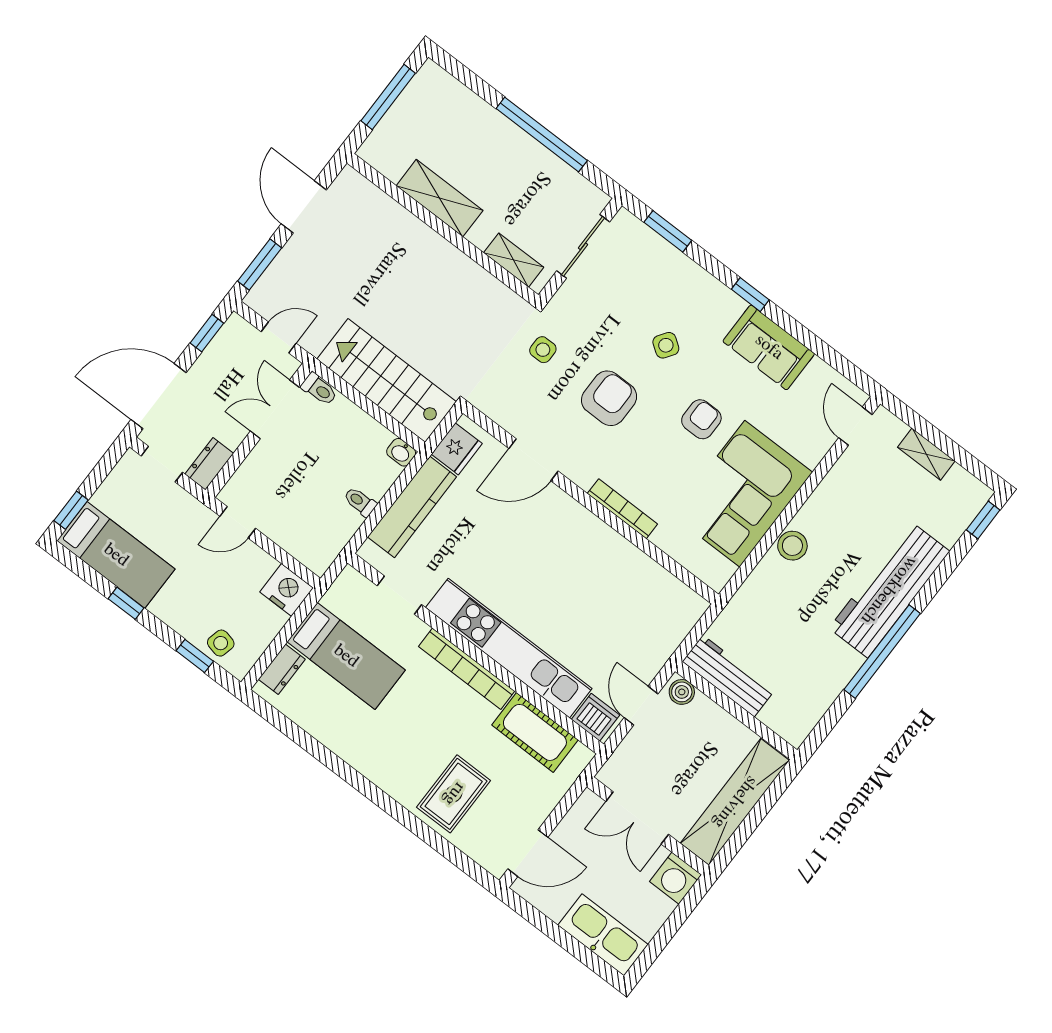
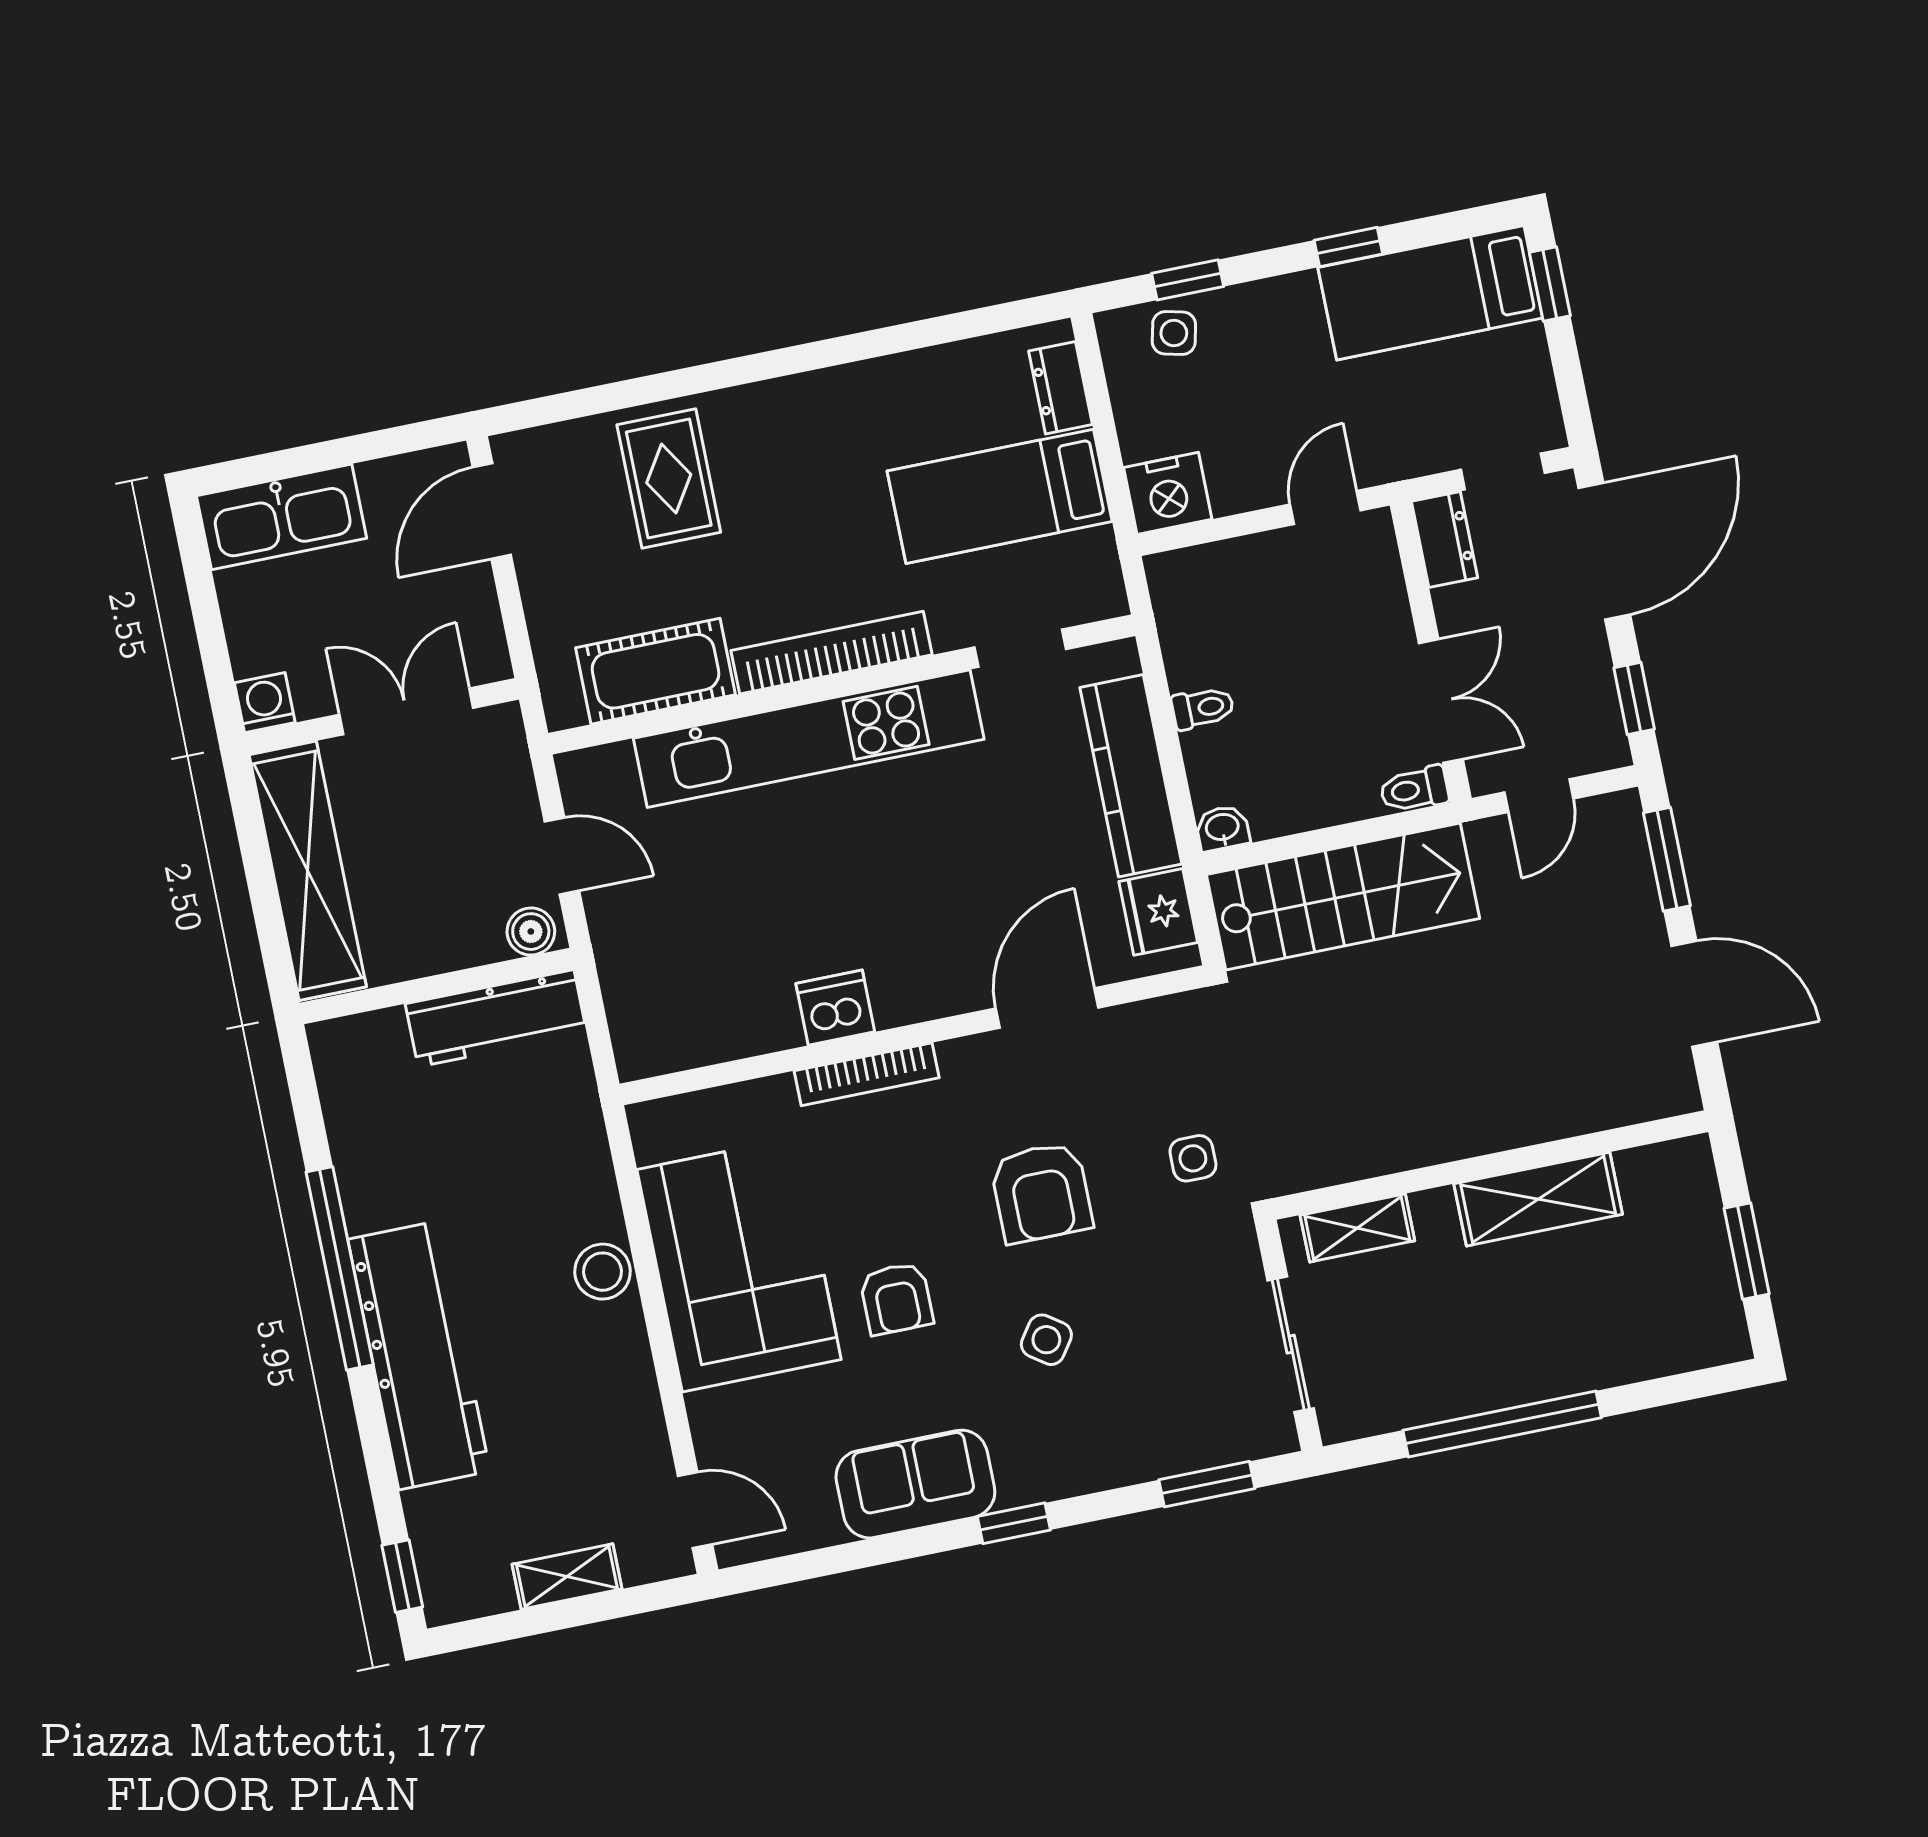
window: (388, 97) -> (1747, 1251), width x0.69
dishwasher: (595, 717) -> (835, 1008), moved, turned 180
washing machine: (676, 878) -> (265, 703), width x0.73, depth x0.73

